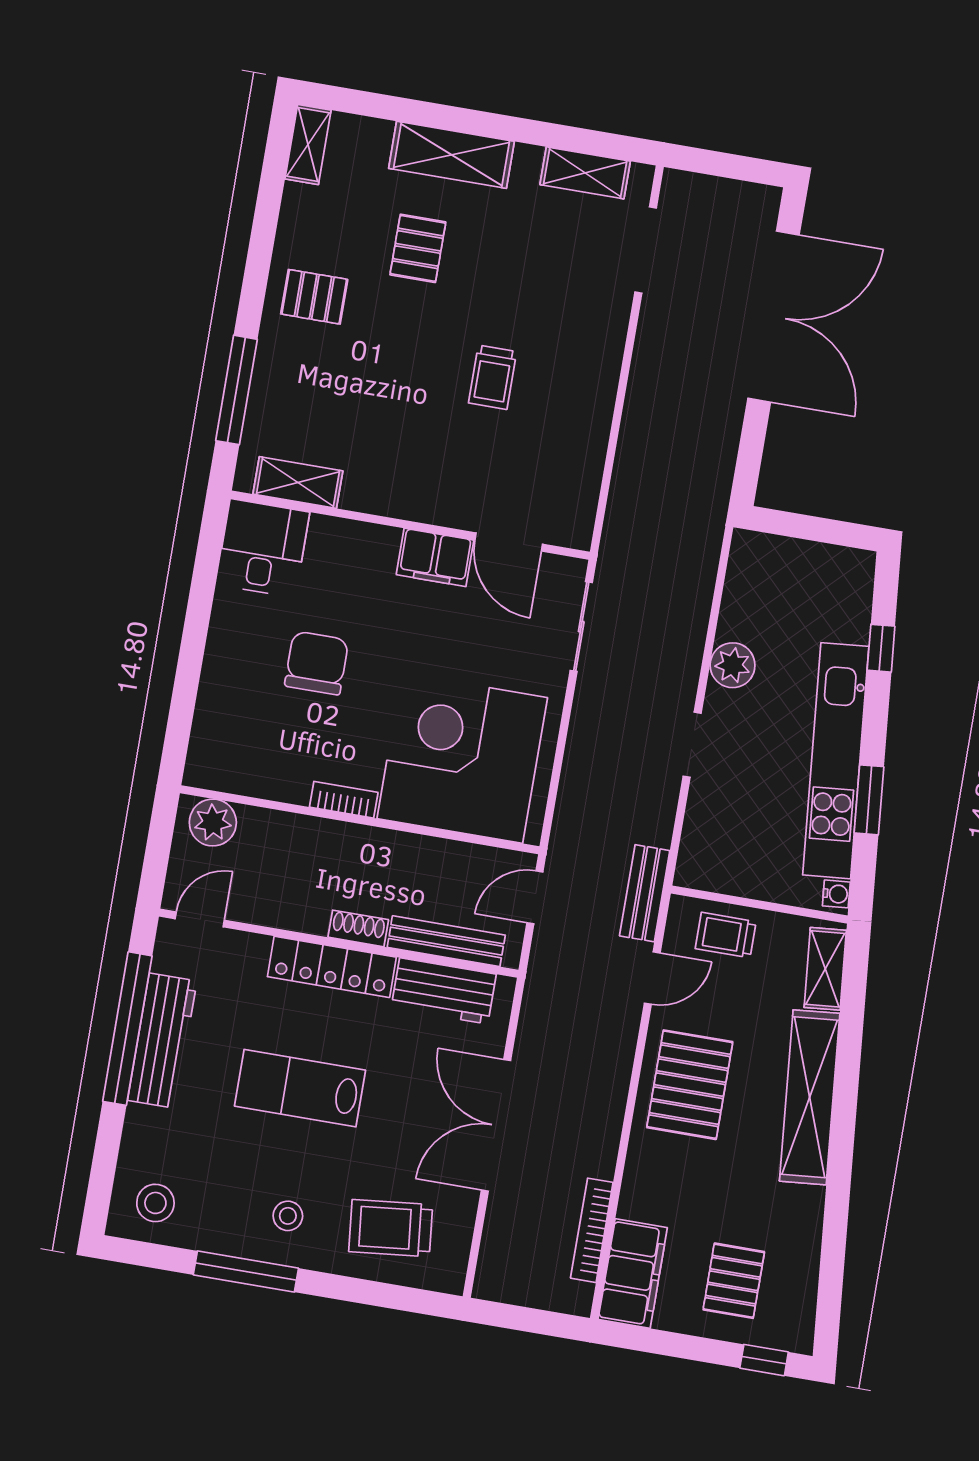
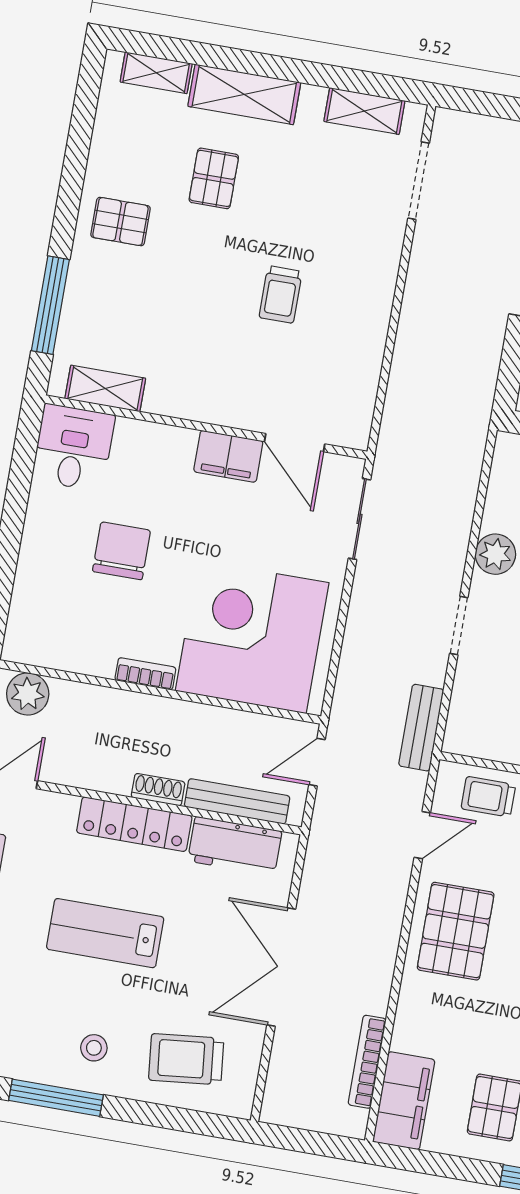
shelving: (308, 144) -> (156, 73), moved, turned 90
bench: (645, 893) -> (421, 728), moved

